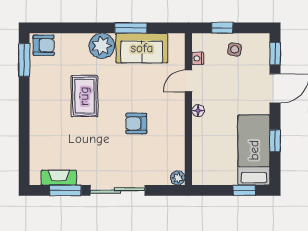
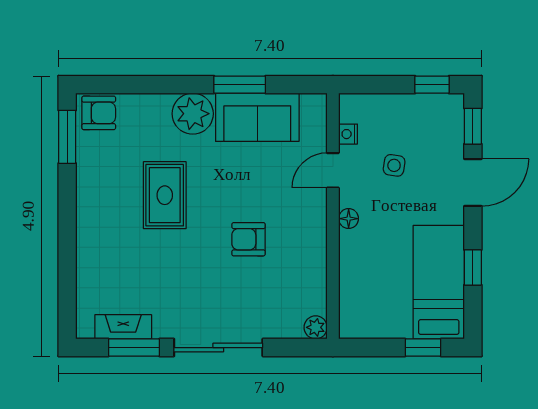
window: (222, 28) -> (432, 85), moved
side table: (235, 49) -> (394, 165), moved

